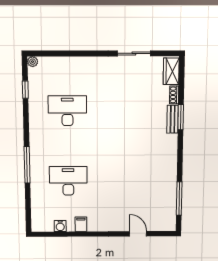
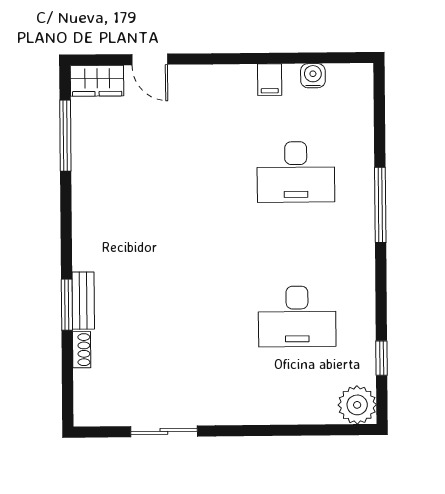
plant: (33, 62) -> (357, 405), width x1.87, depth x1.87
wardrobe: (171, 71) -> (97, 81), moved, turned 90

